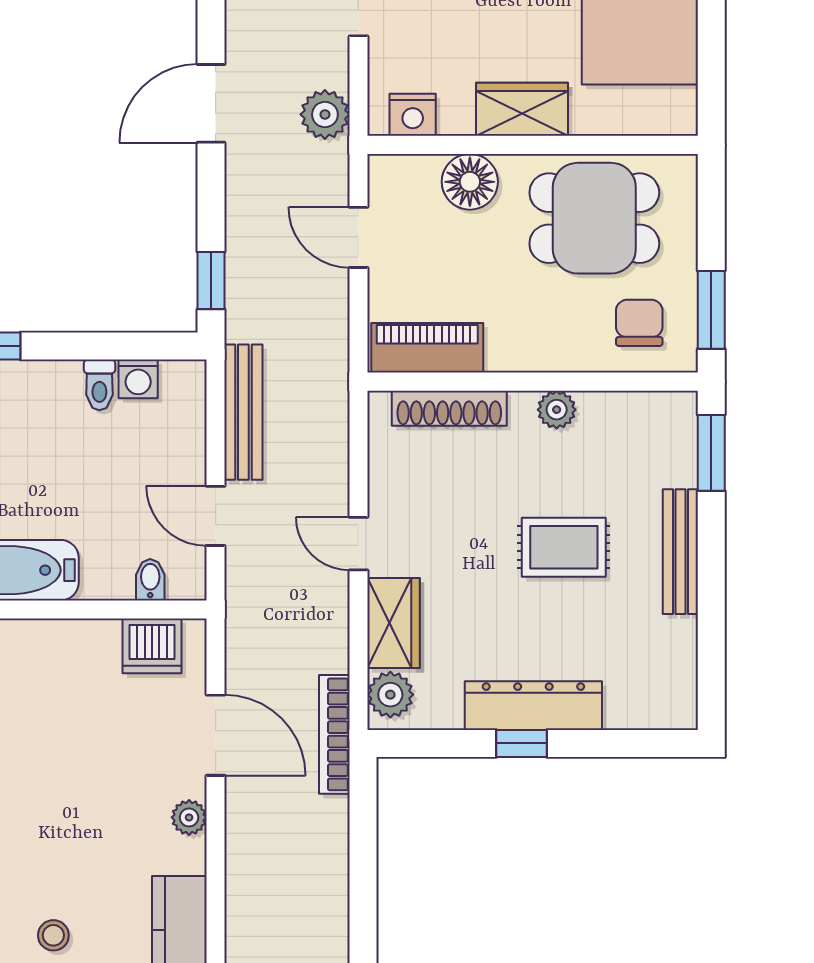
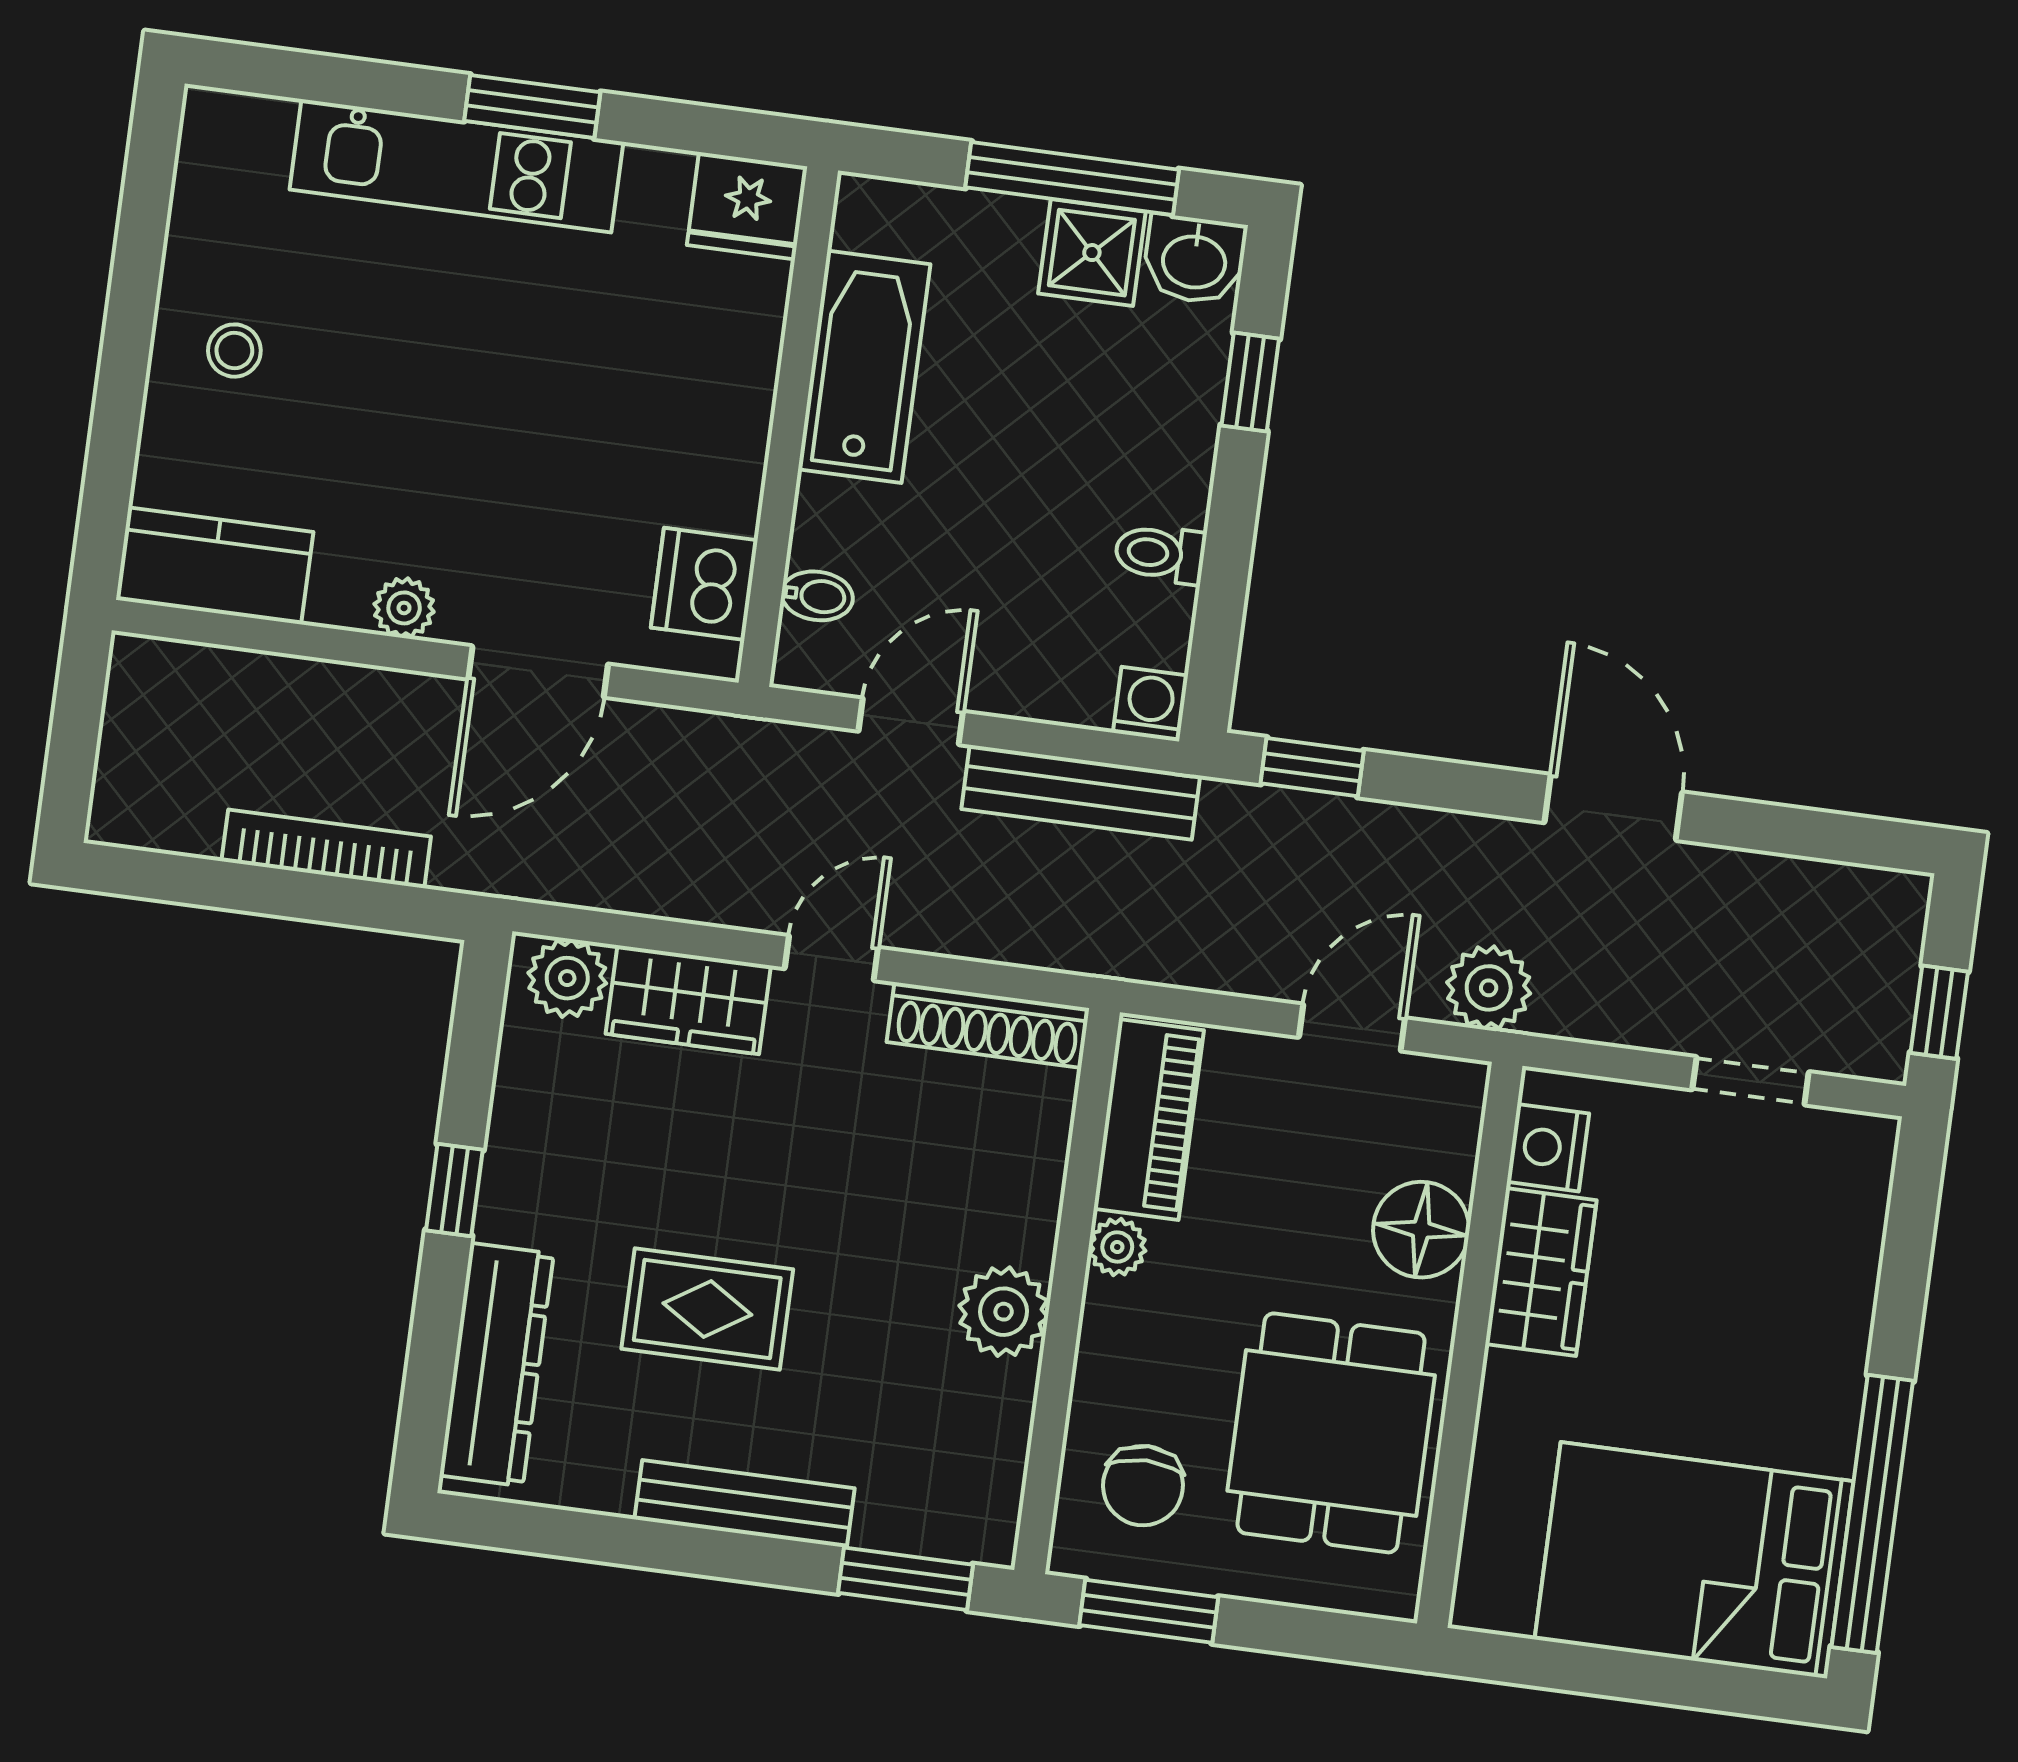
wardrobe: (522, 109) -> (1541, 1272), moved
plant: (325, 114) -> (1489, 988), moved
chair: (639, 323) -> (1143, 1486), turned 90
plant: (503, 356) -> (1117, 1247), added
washing machine: (138, 379) -> (1150, 704), moved, turned 90
shoe rack: (449, 408) -> (988, 1025), moved, turned -90
plant: (557, 410) -> (1004, 1312), width x1.38, depth x1.38
rug: (564, 547) -> (707, 1309), moved, turned 90
dresser: (533, 706) -> (497, 1365), moved
bookcase: (334, 734) -> (326, 849), moved

